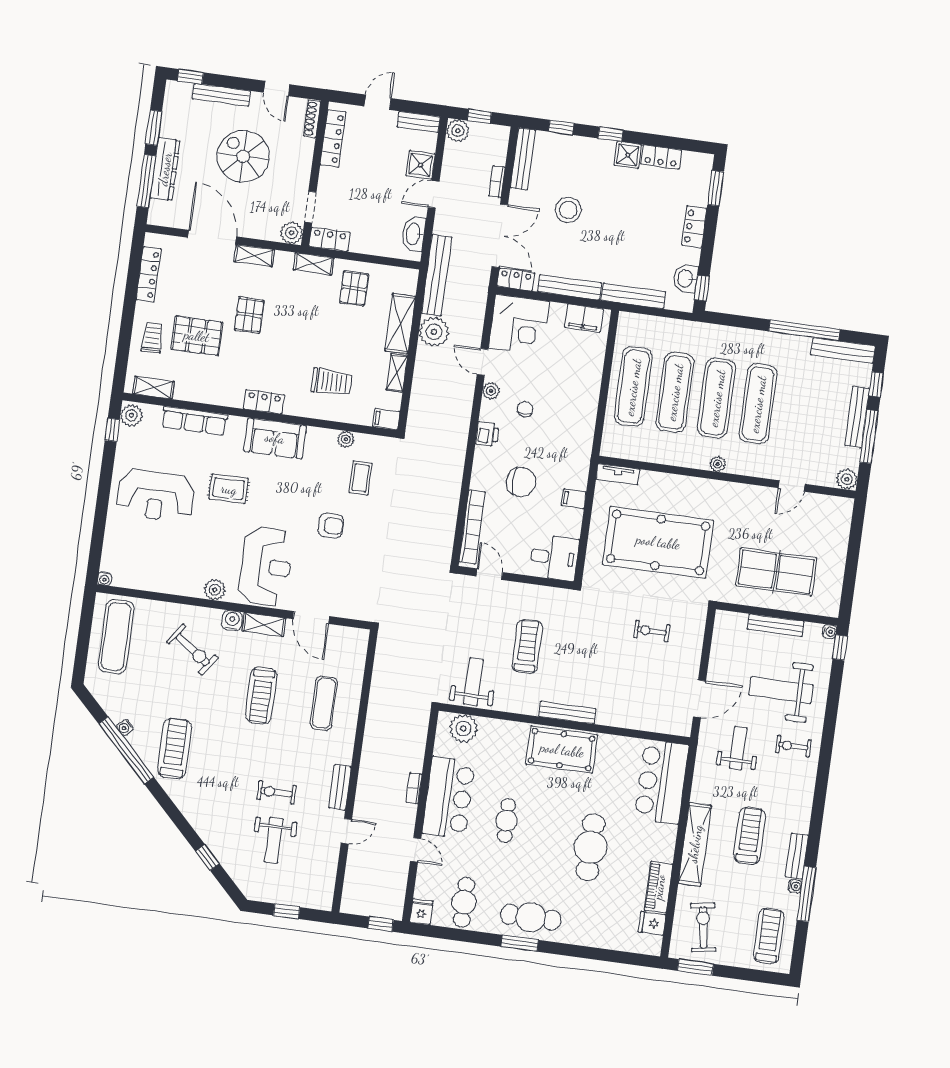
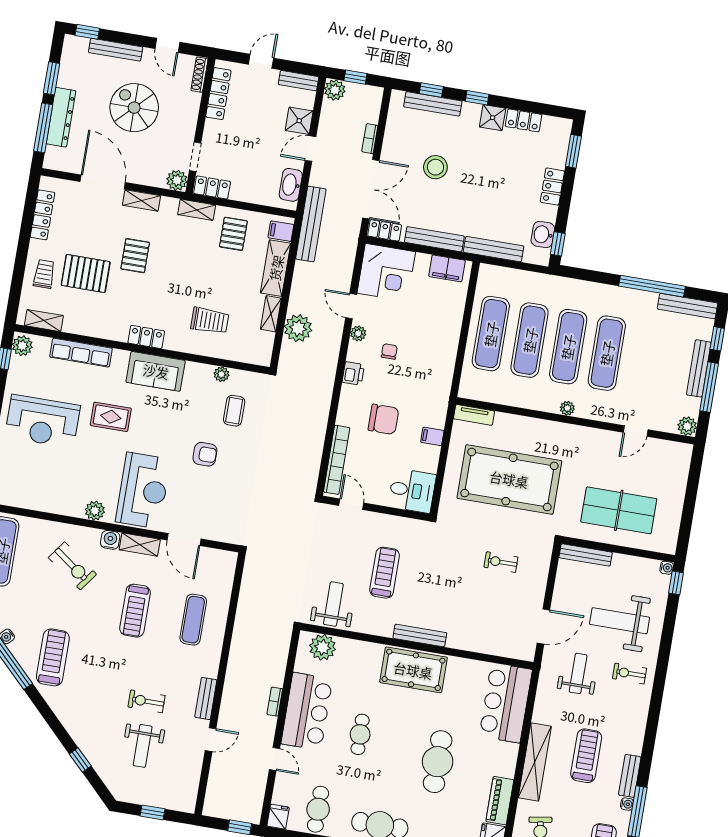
bench: (523, 159) -> (433, 104), moved, turned 90
plant: (434, 332) -> (298, 328), moved
filing cabinet: (386, 419) -> (281, 231), moved
bench: (776, 625) -> (586, 555), moved

